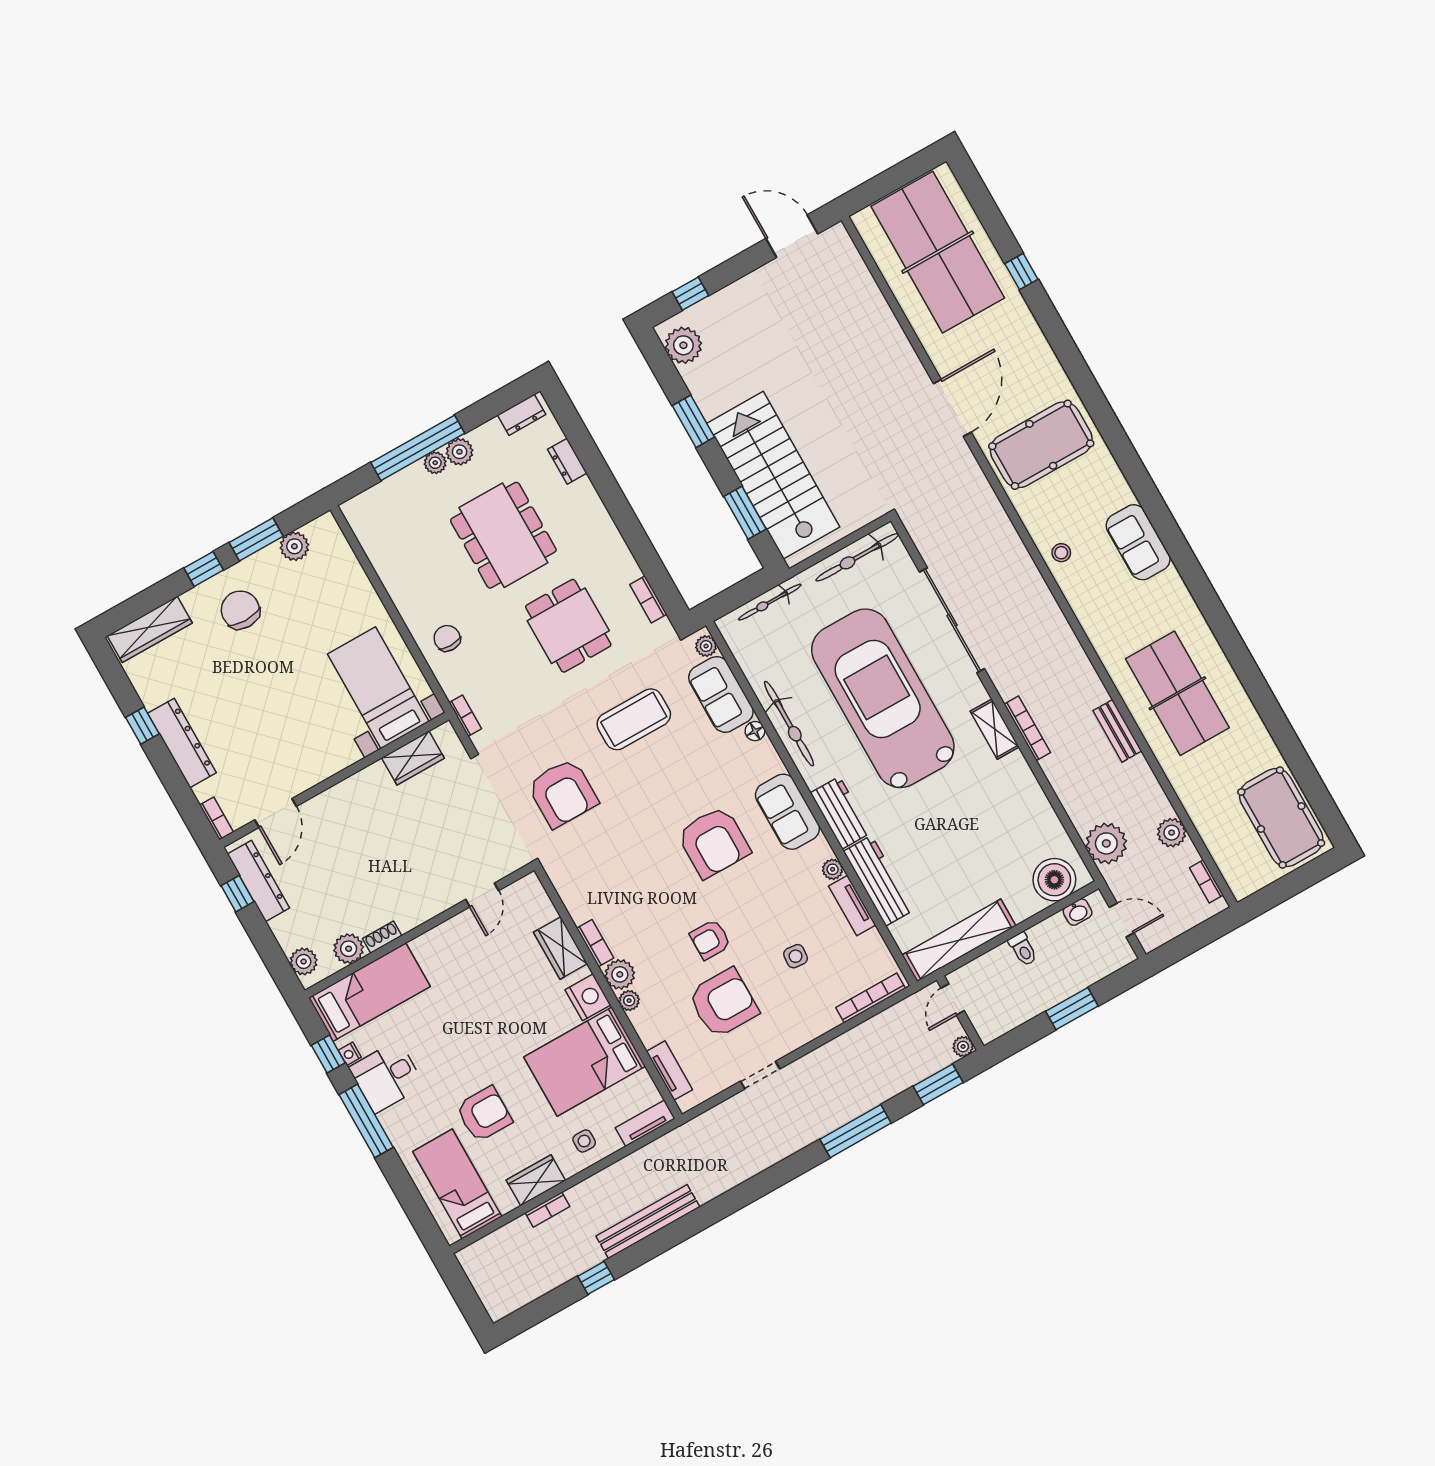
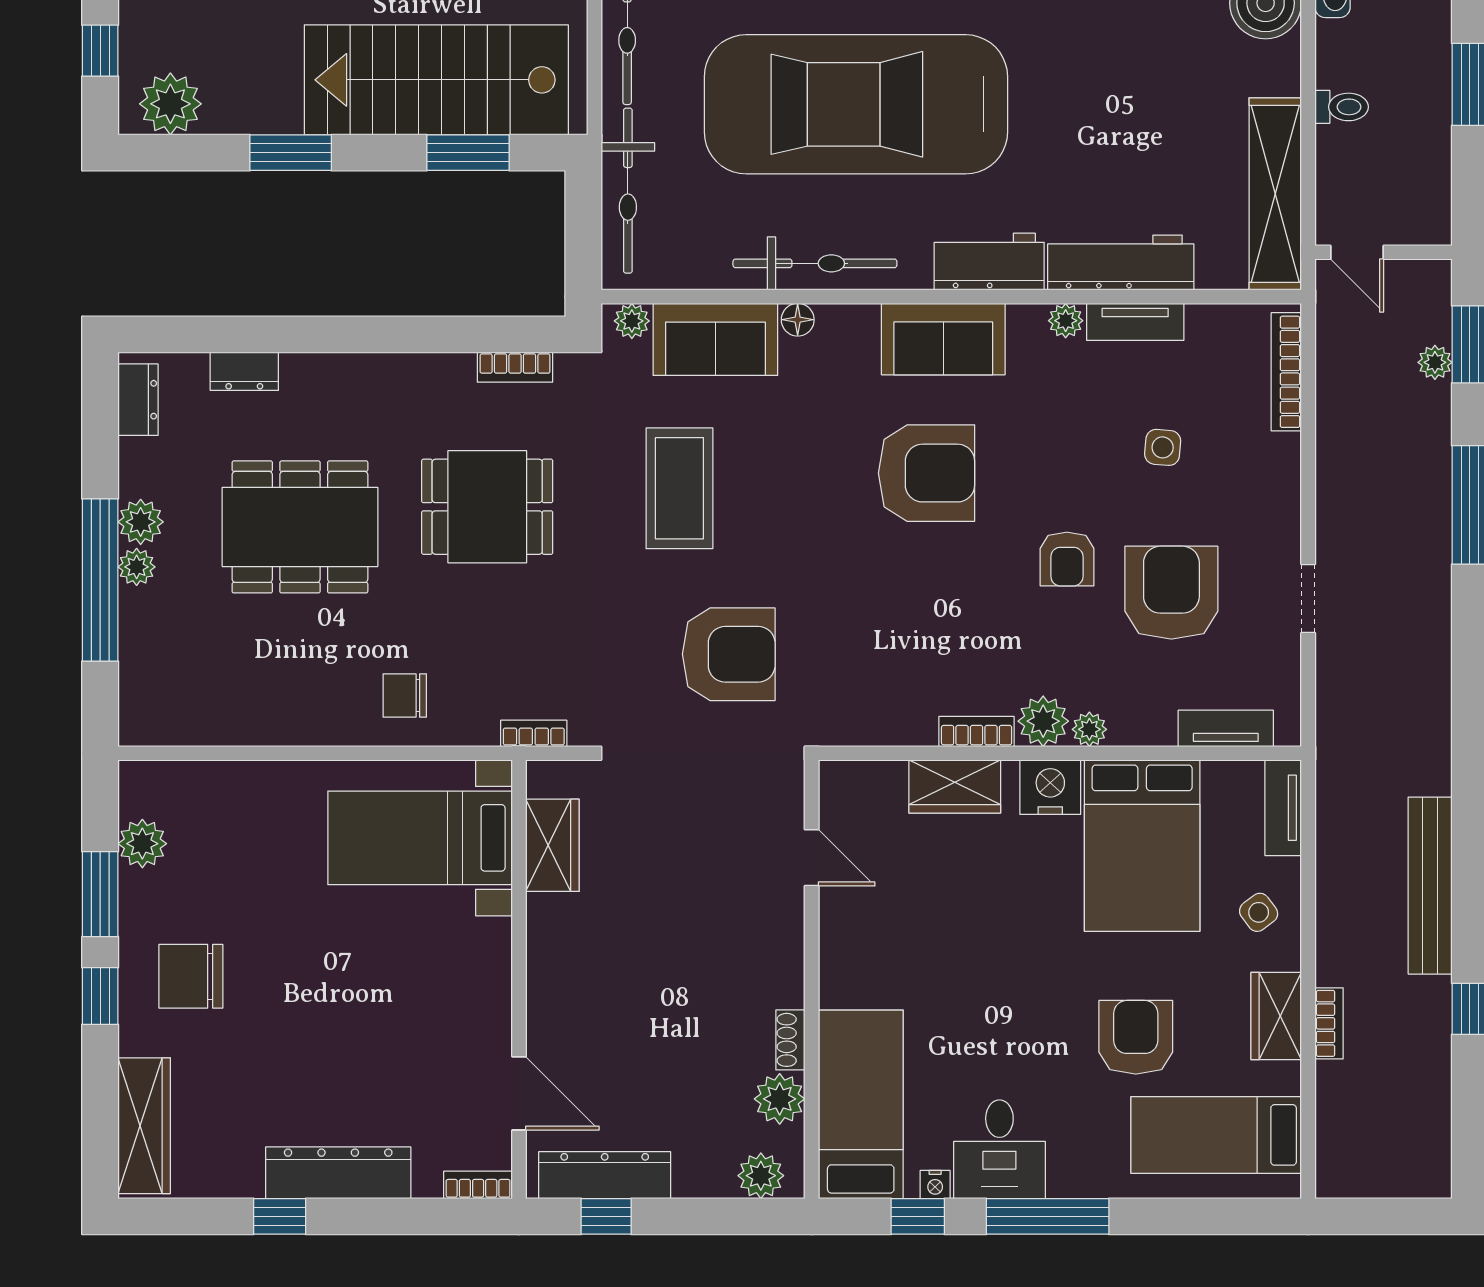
bicycle: (770, 602) -> (628, 191), width x1.37, depth x1.40
plant: (963, 1047) -> (1435, 362), moved
side table: (584, 1141) -> (1259, 912), turned -37

